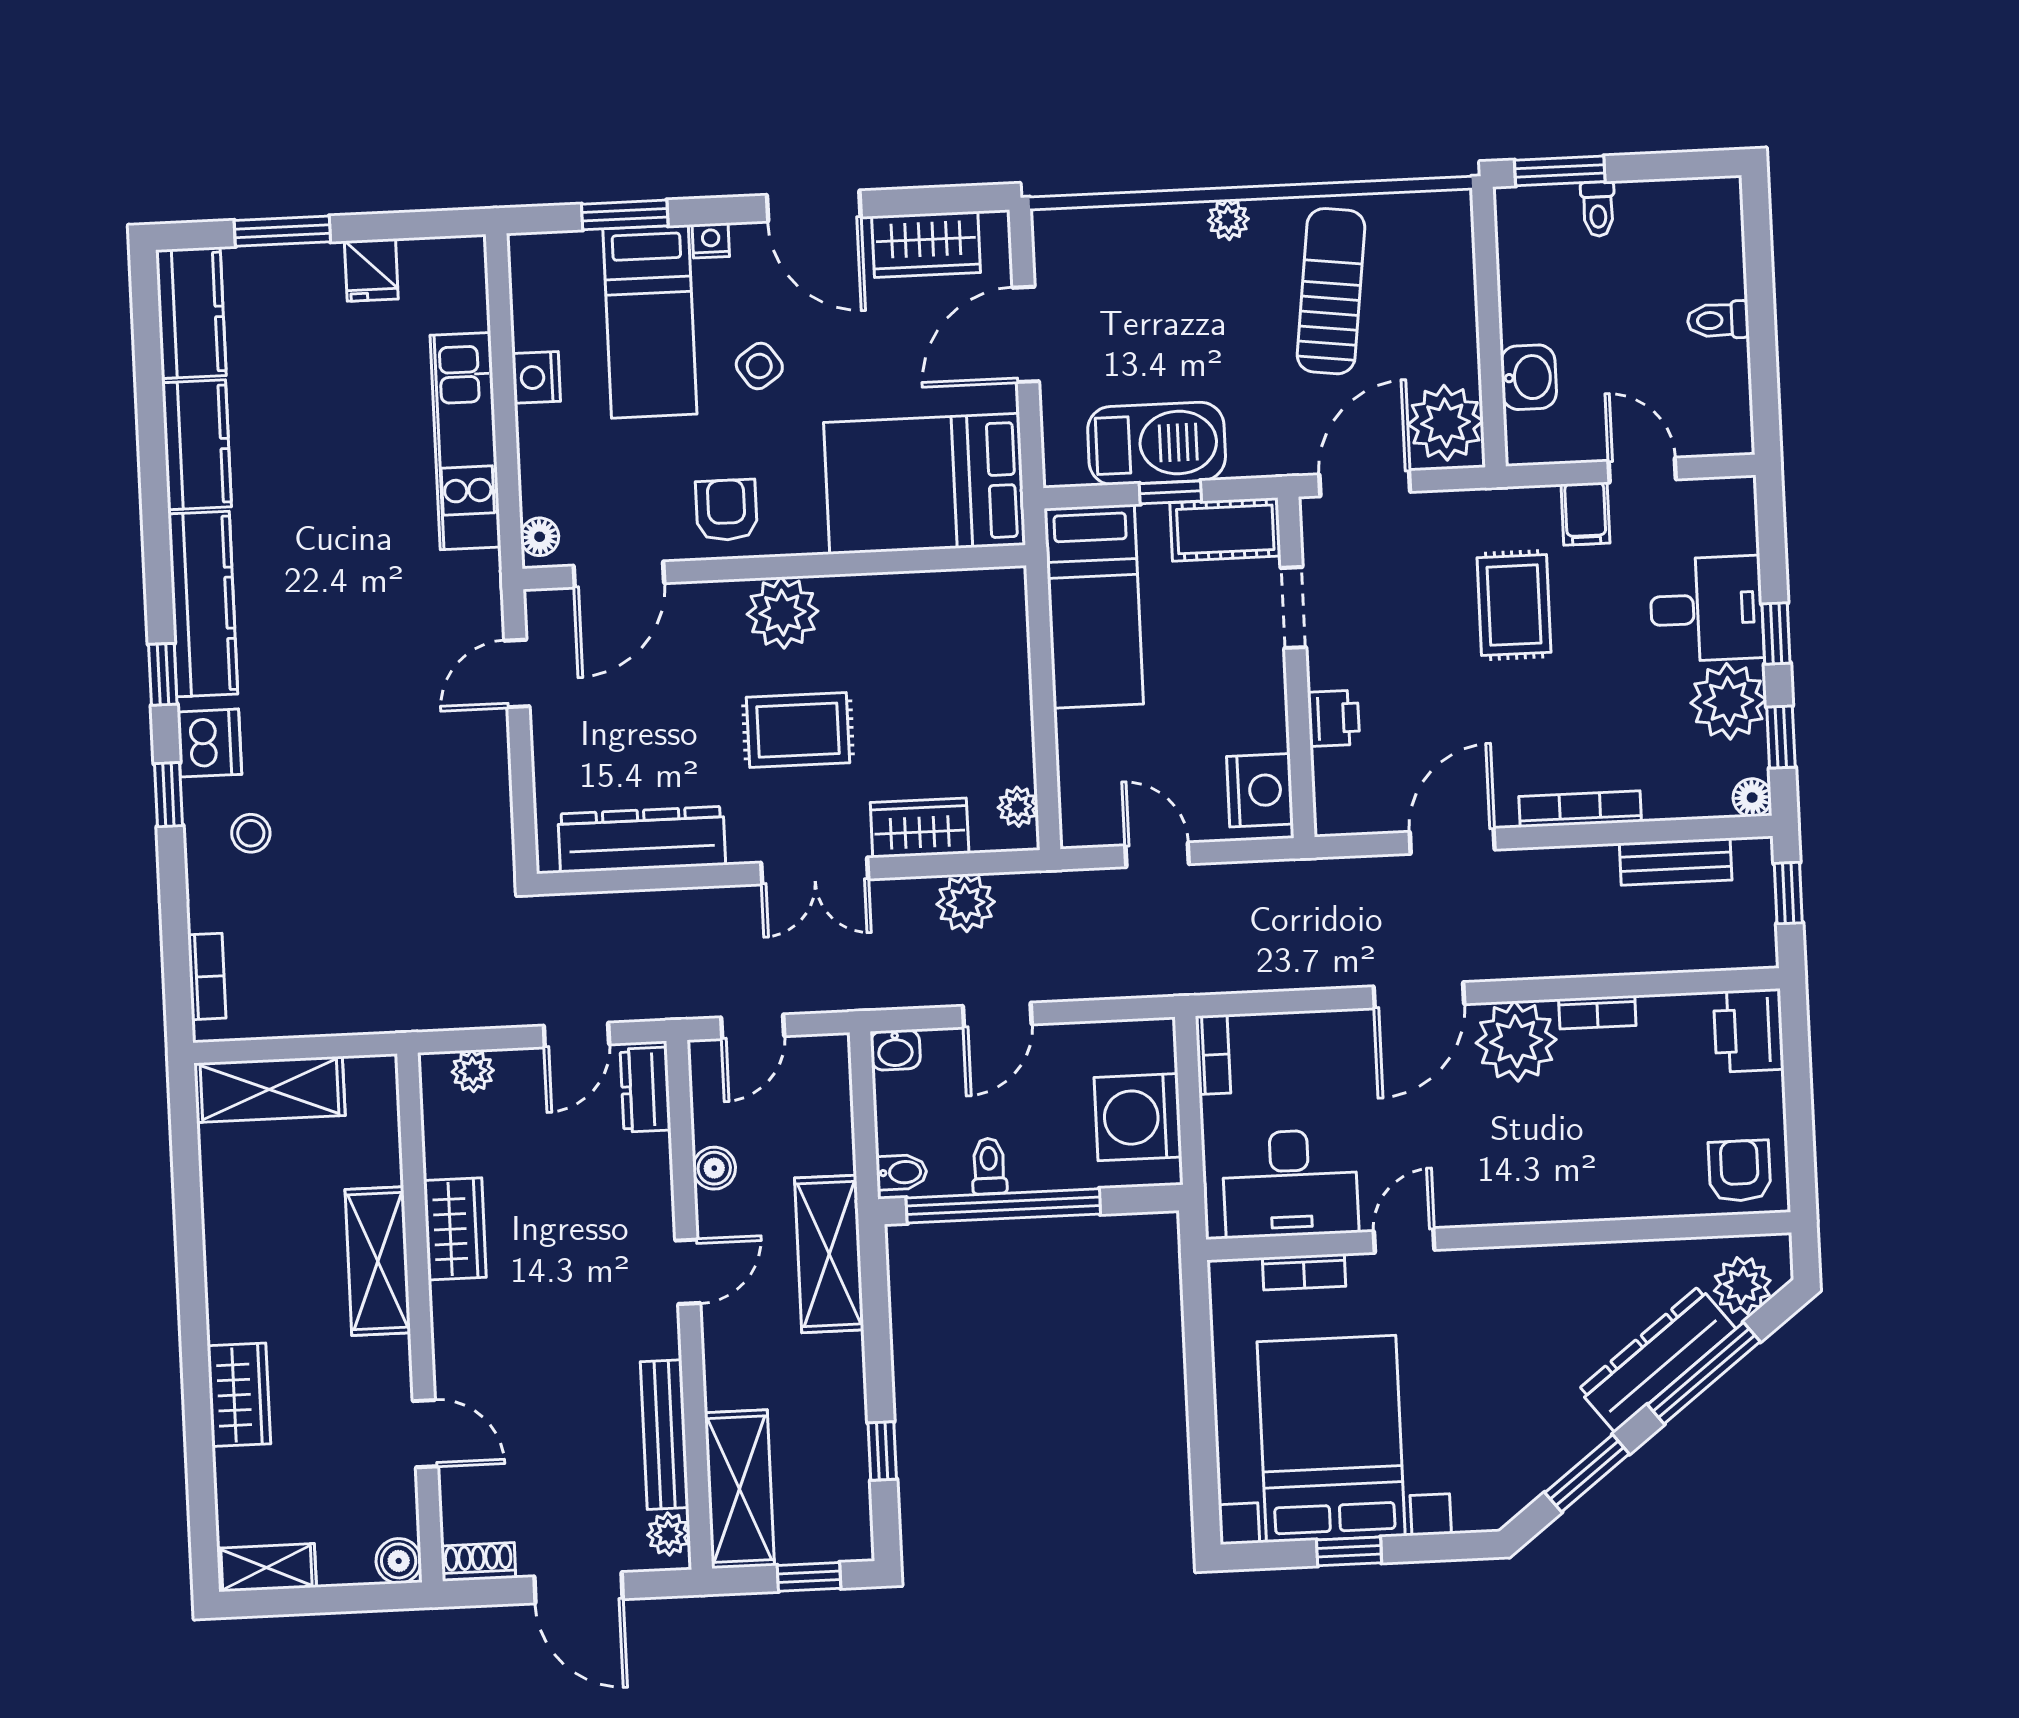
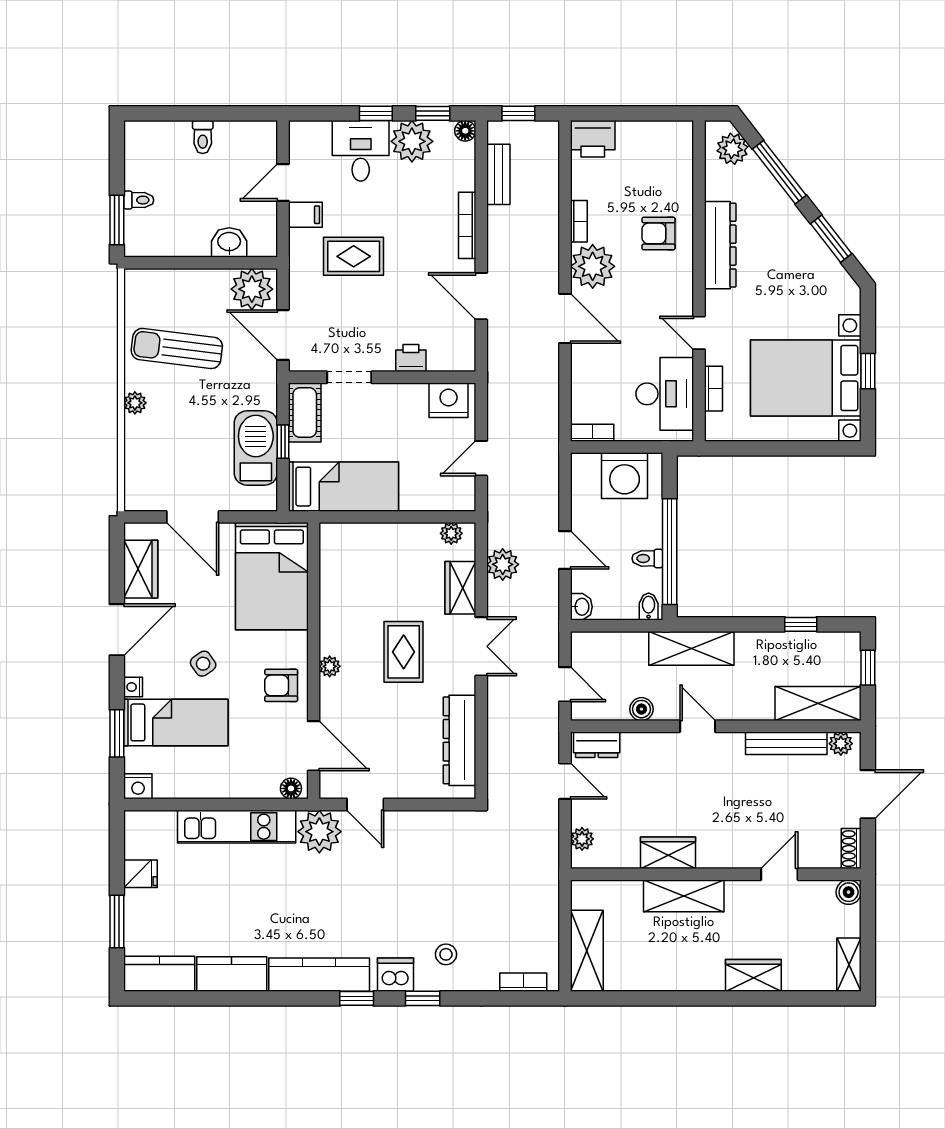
nightstand: (536, 377) -> (138, 786), moved
plant: (463, 592) -> (319, 832), added
plant: (783, 613) -> (330, 666), width x0.53, depth x0.53
armchair: (1740, 1171) -> (659, 233), moved
dresser: (1657, 1359) -> (720, 245), moved, turned -142

